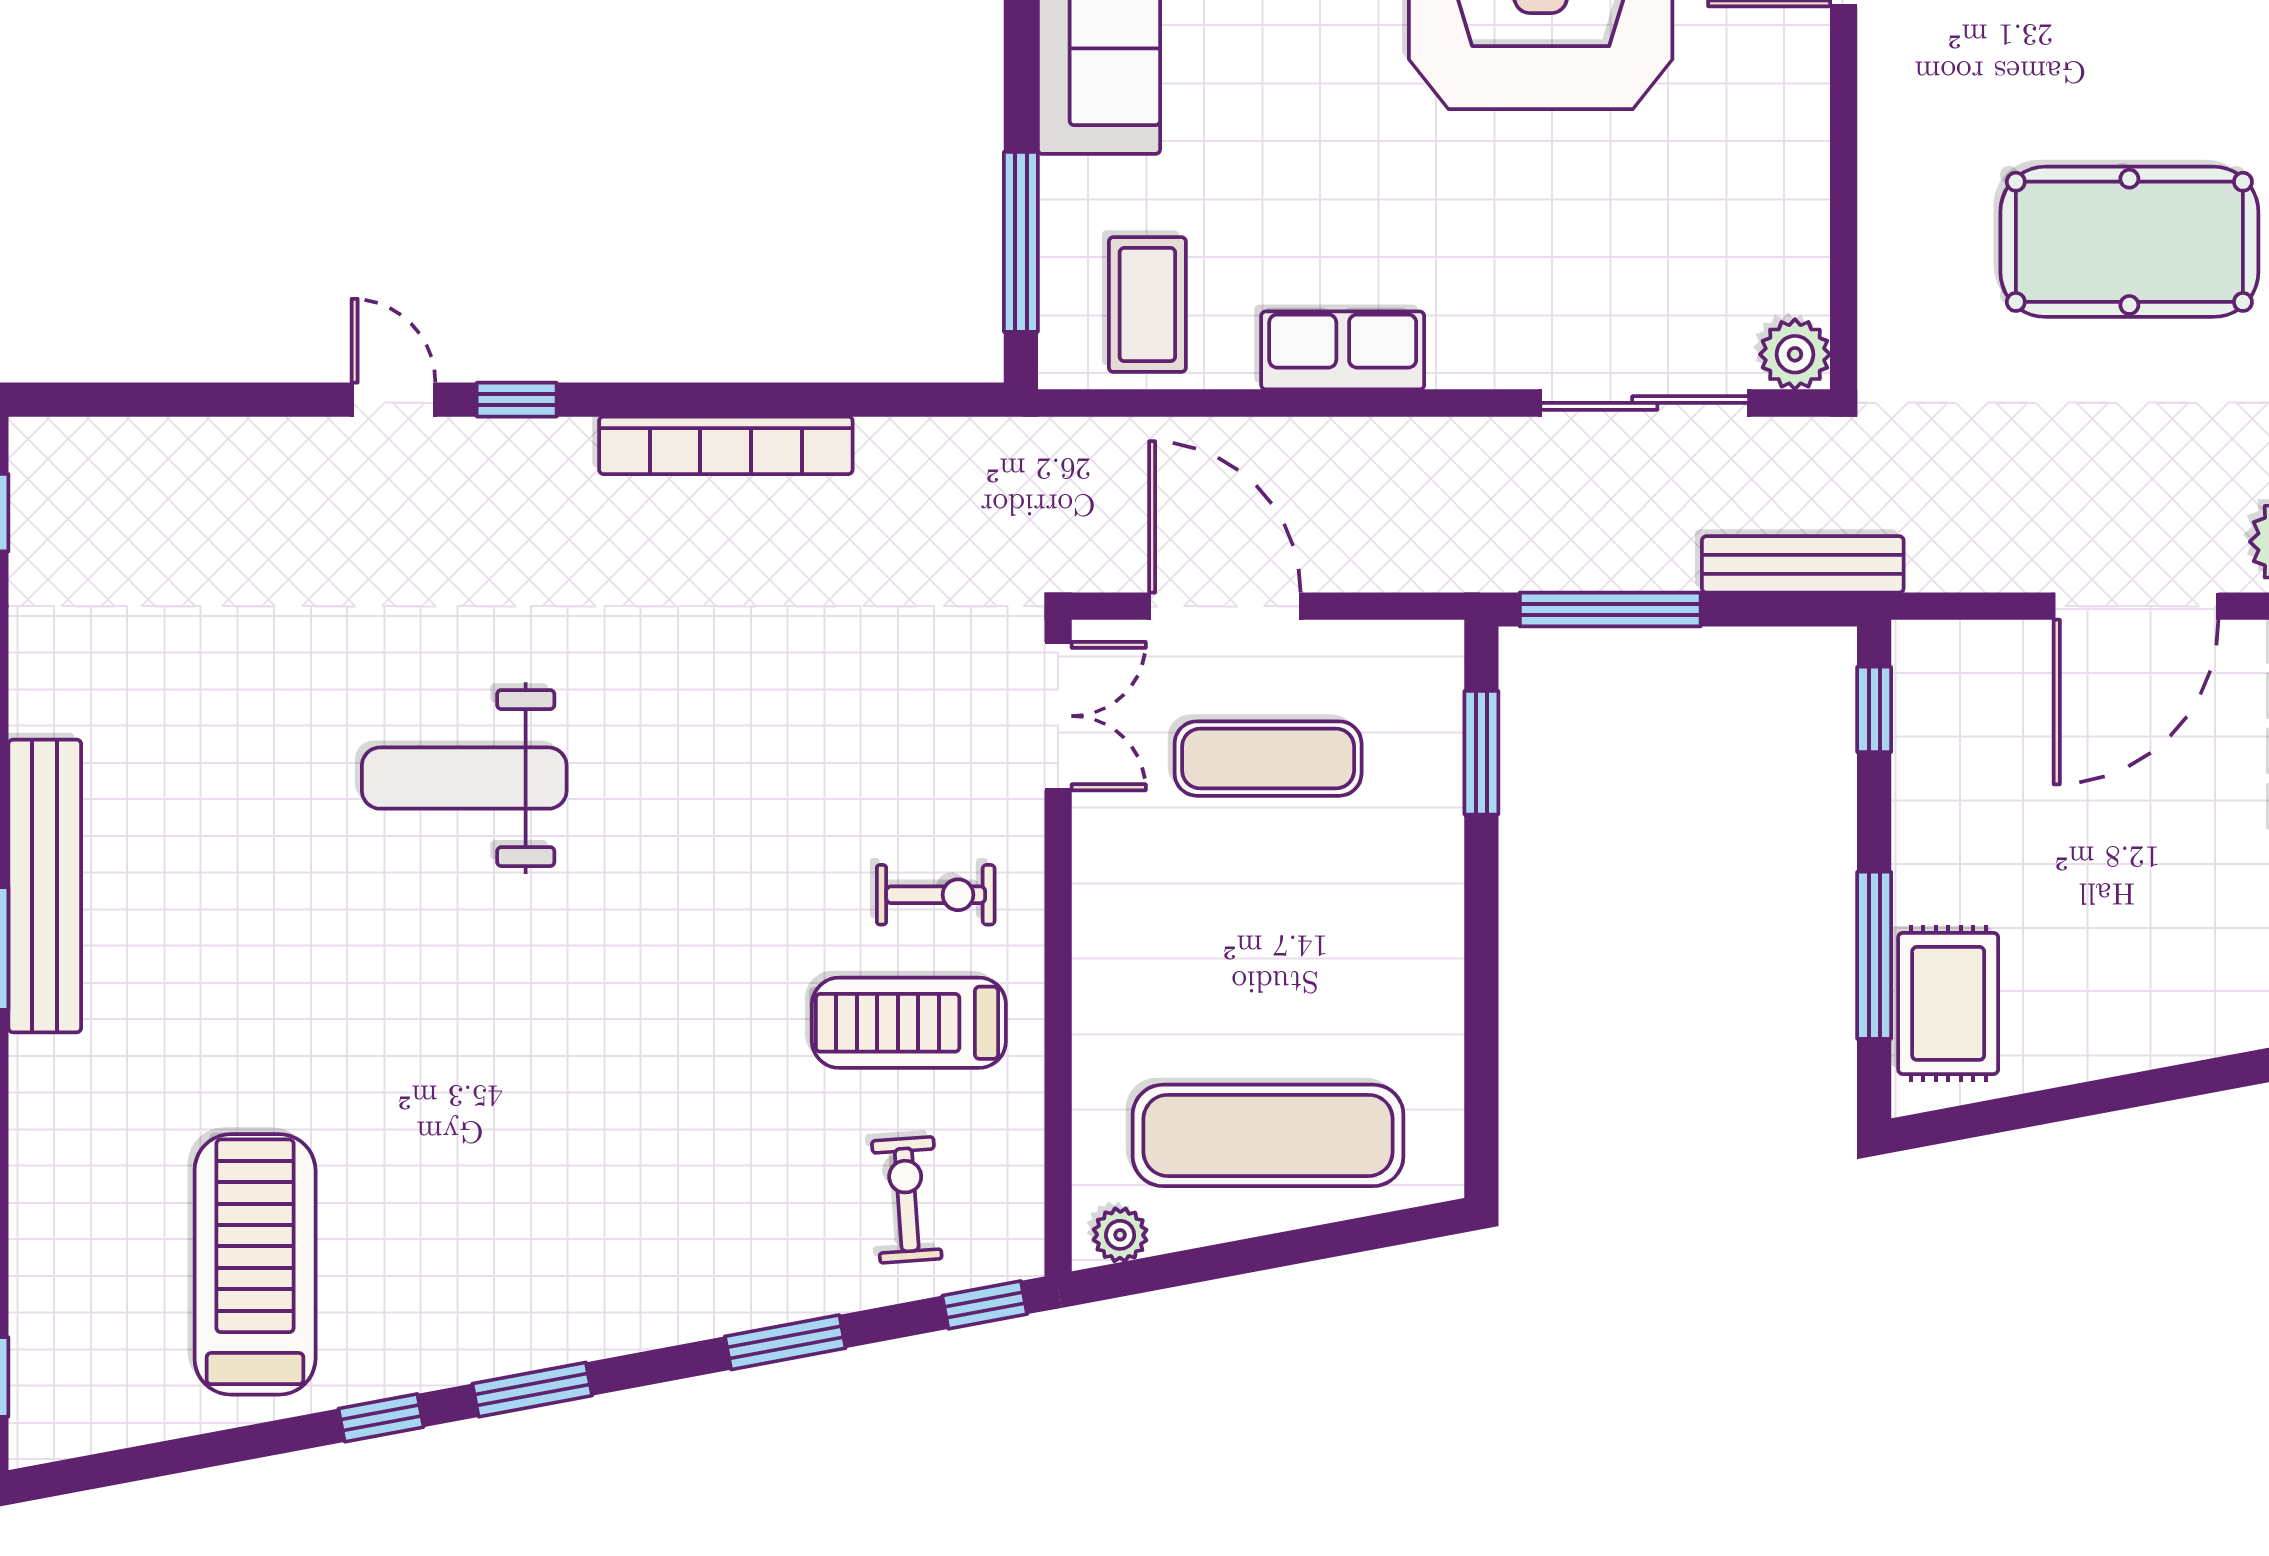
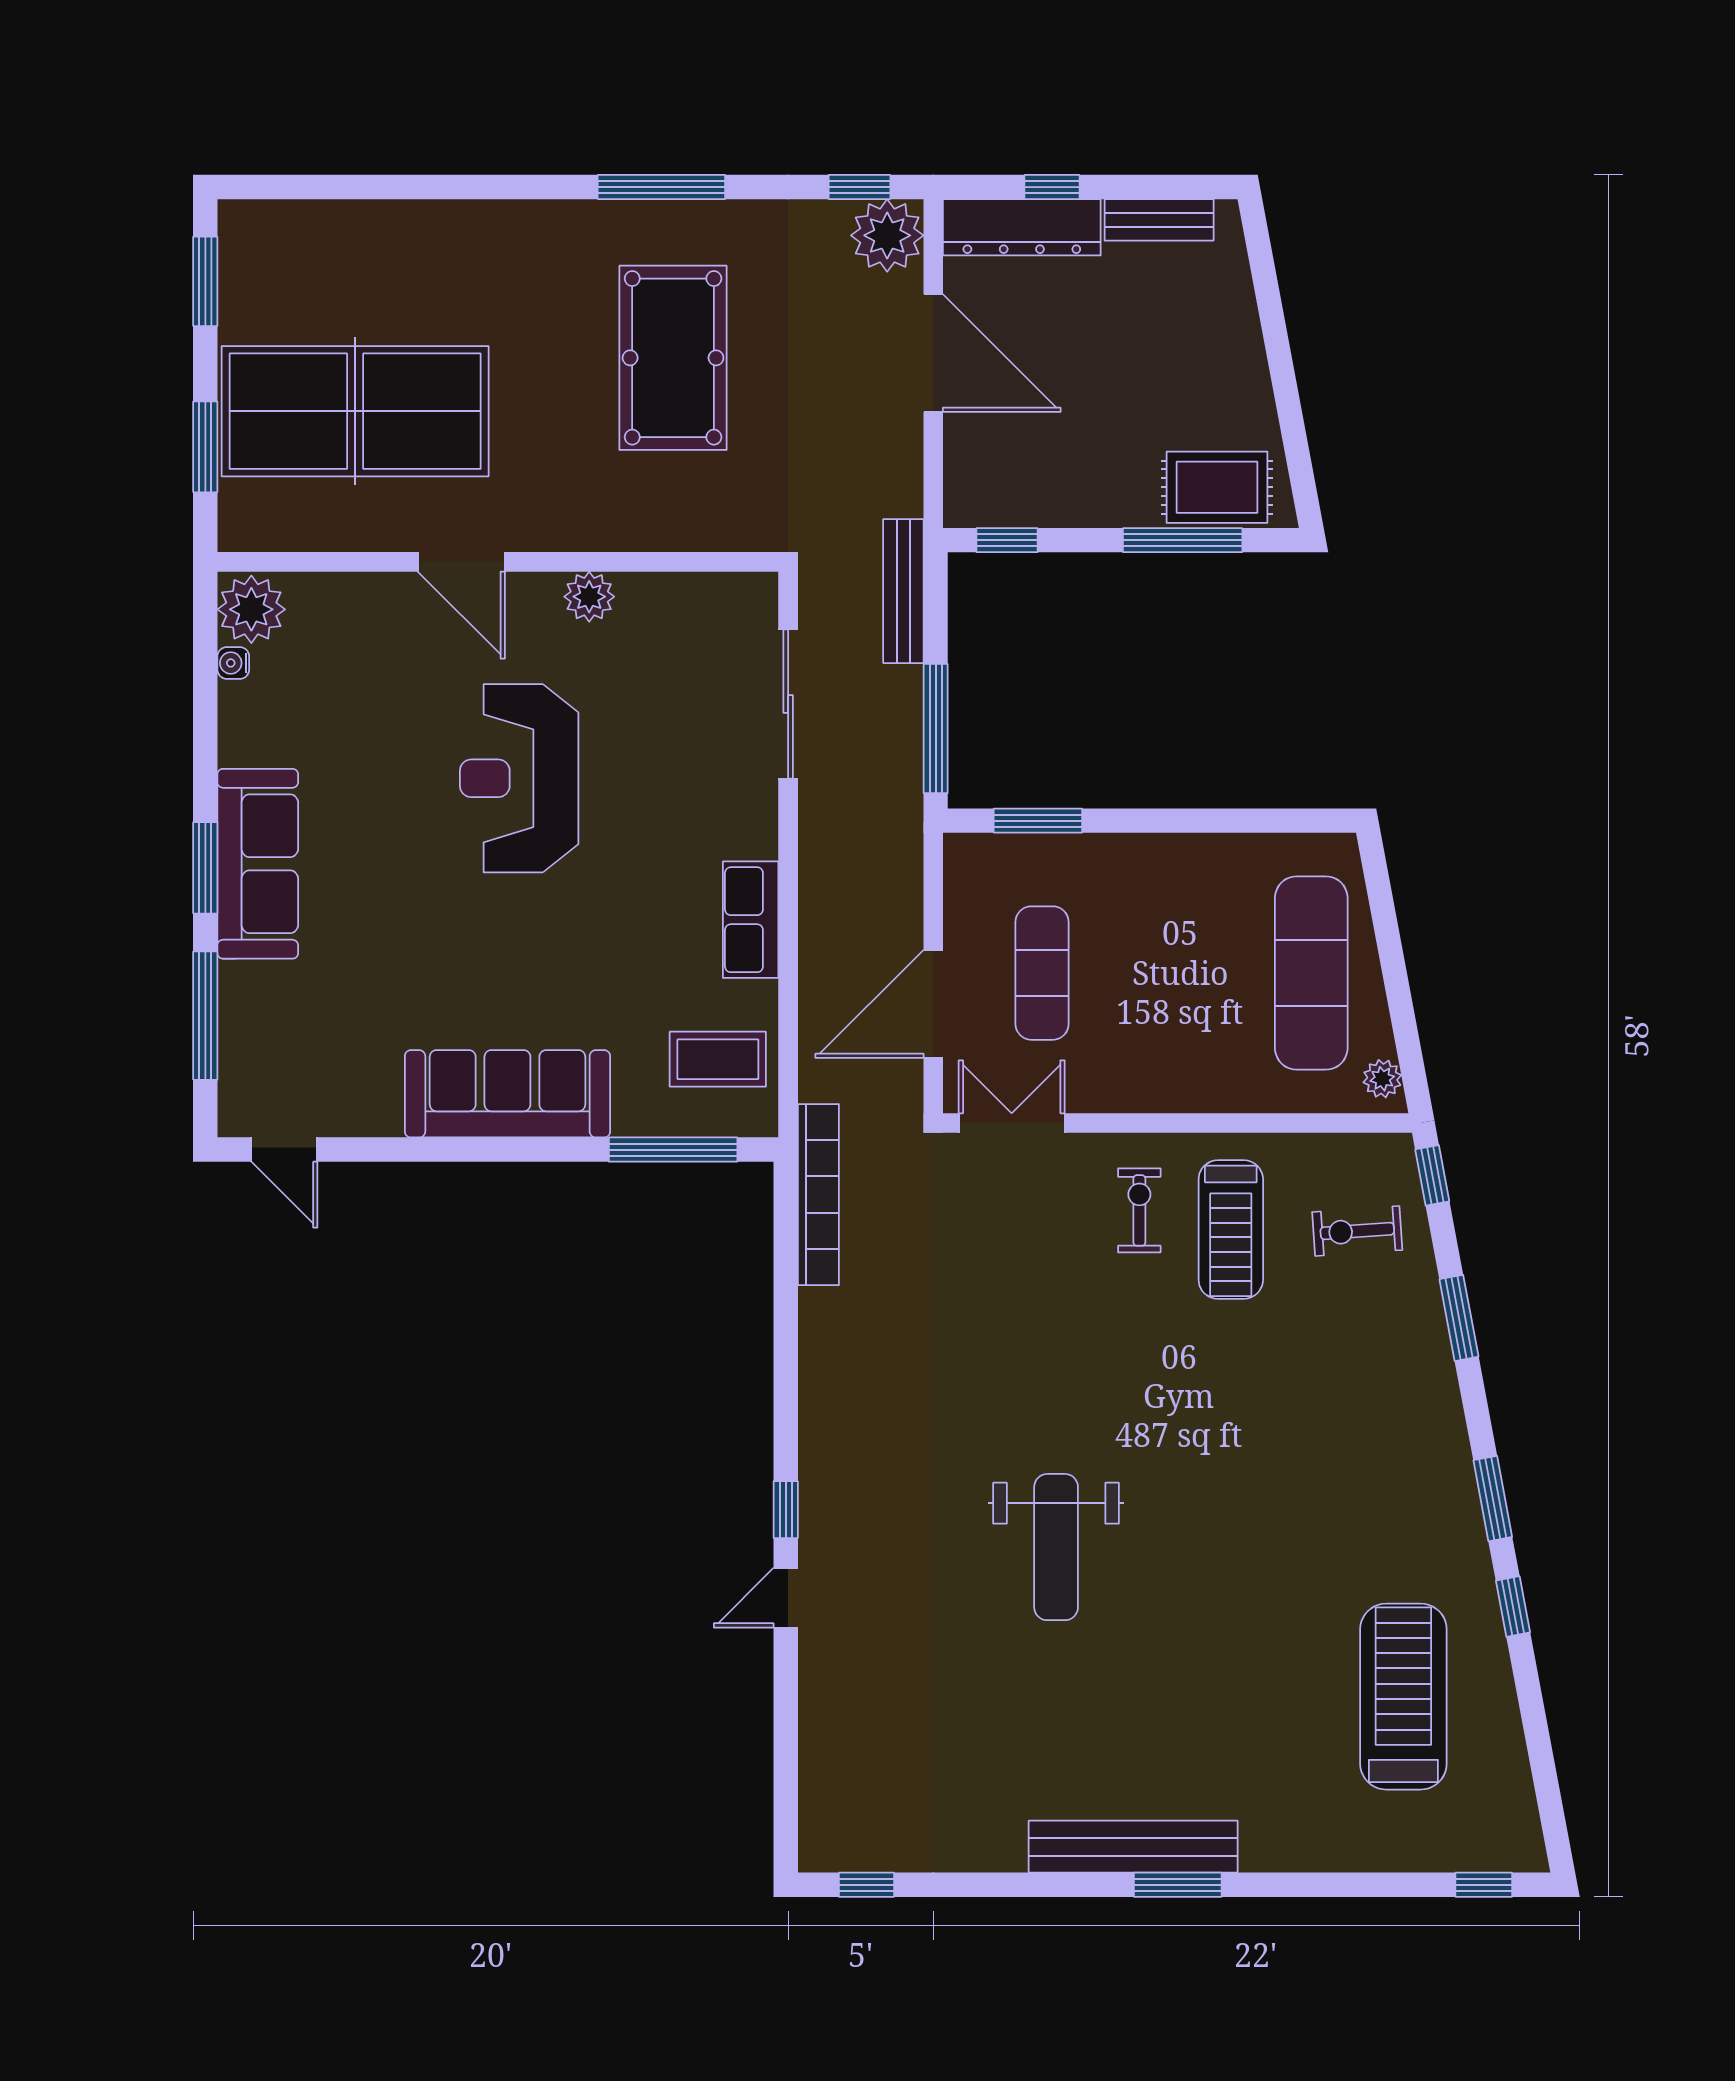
plant: (1795, 354) -> (589, 597), moved
bookcase: (726, 445) -> (818, 1195), moved
treadmill: (255, 1264) -> (1403, 1697), turned 90

